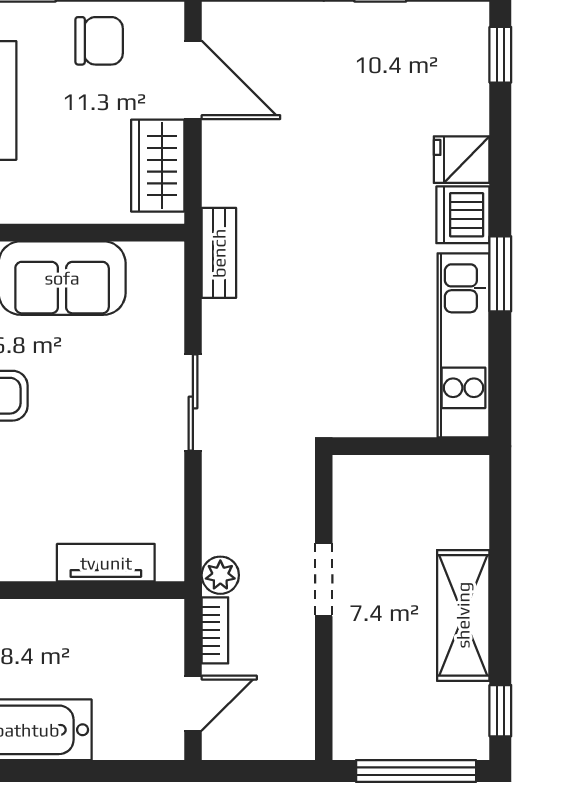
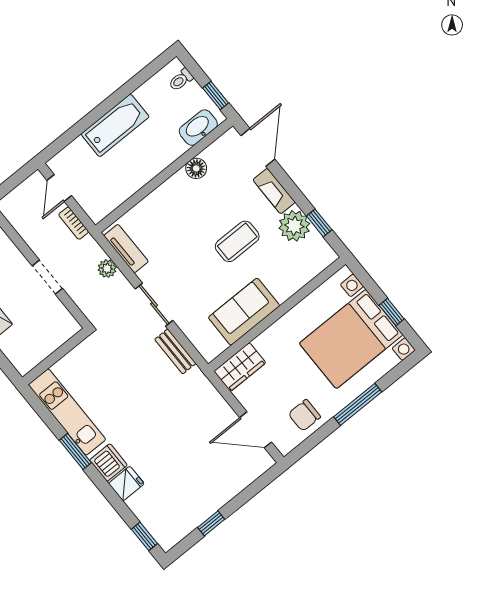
wardrobe: (158, 166) -> (240, 367), moved, turned 90
bench: (219, 253) -> (175, 351), moved
tv unit: (106, 563) -> (126, 249), moved, turned -90
plant: (220, 575) -> (107, 269), moved

